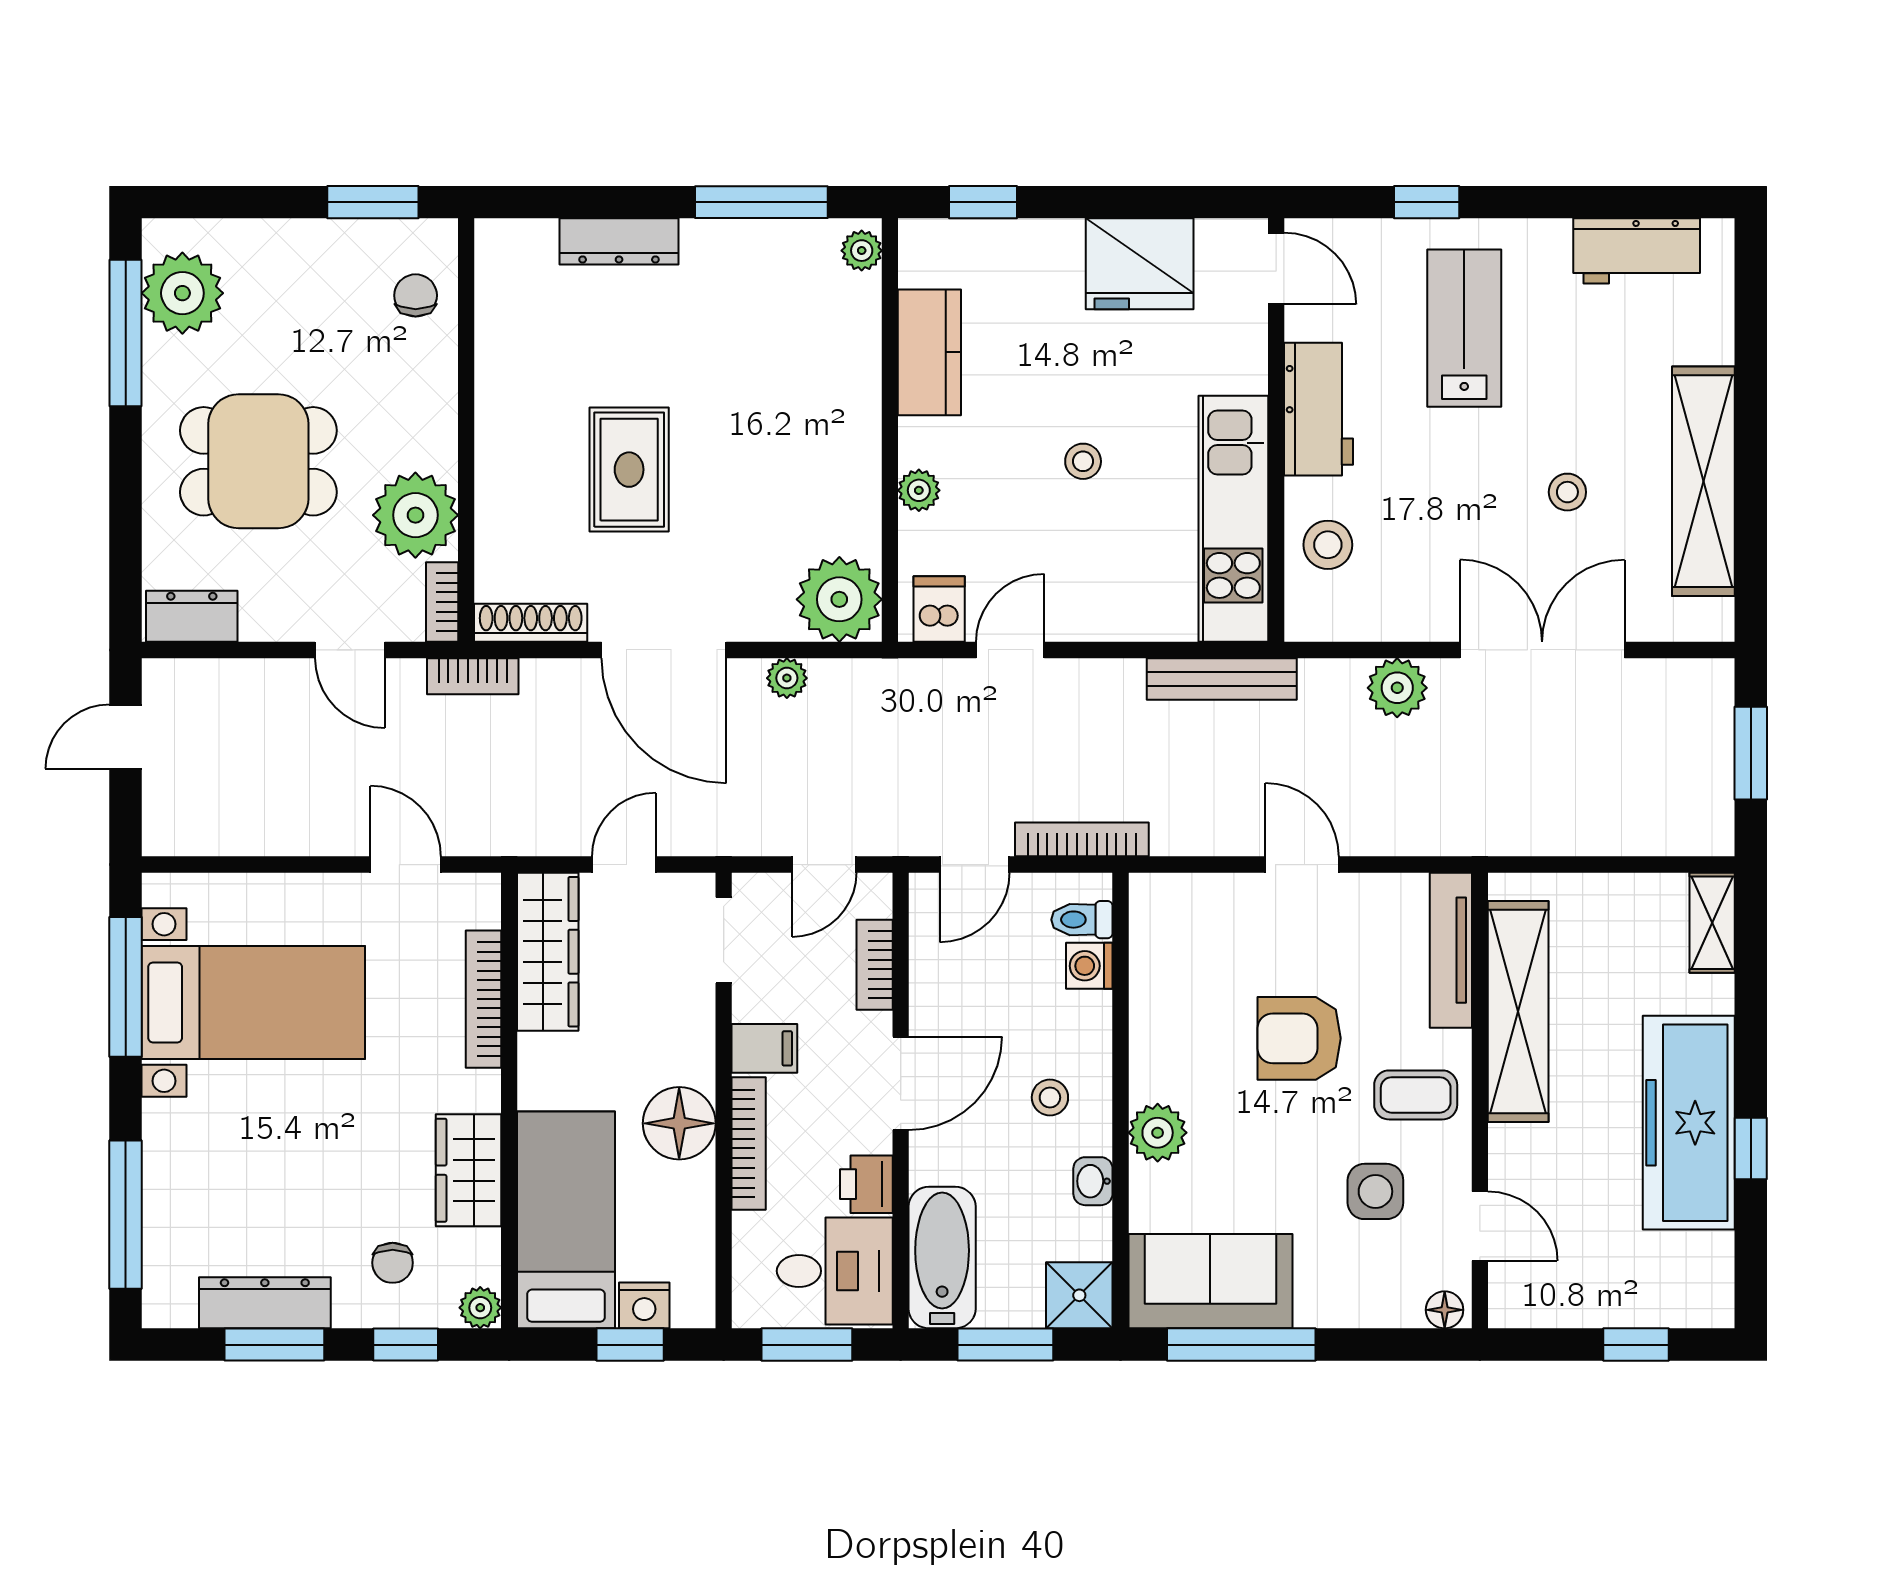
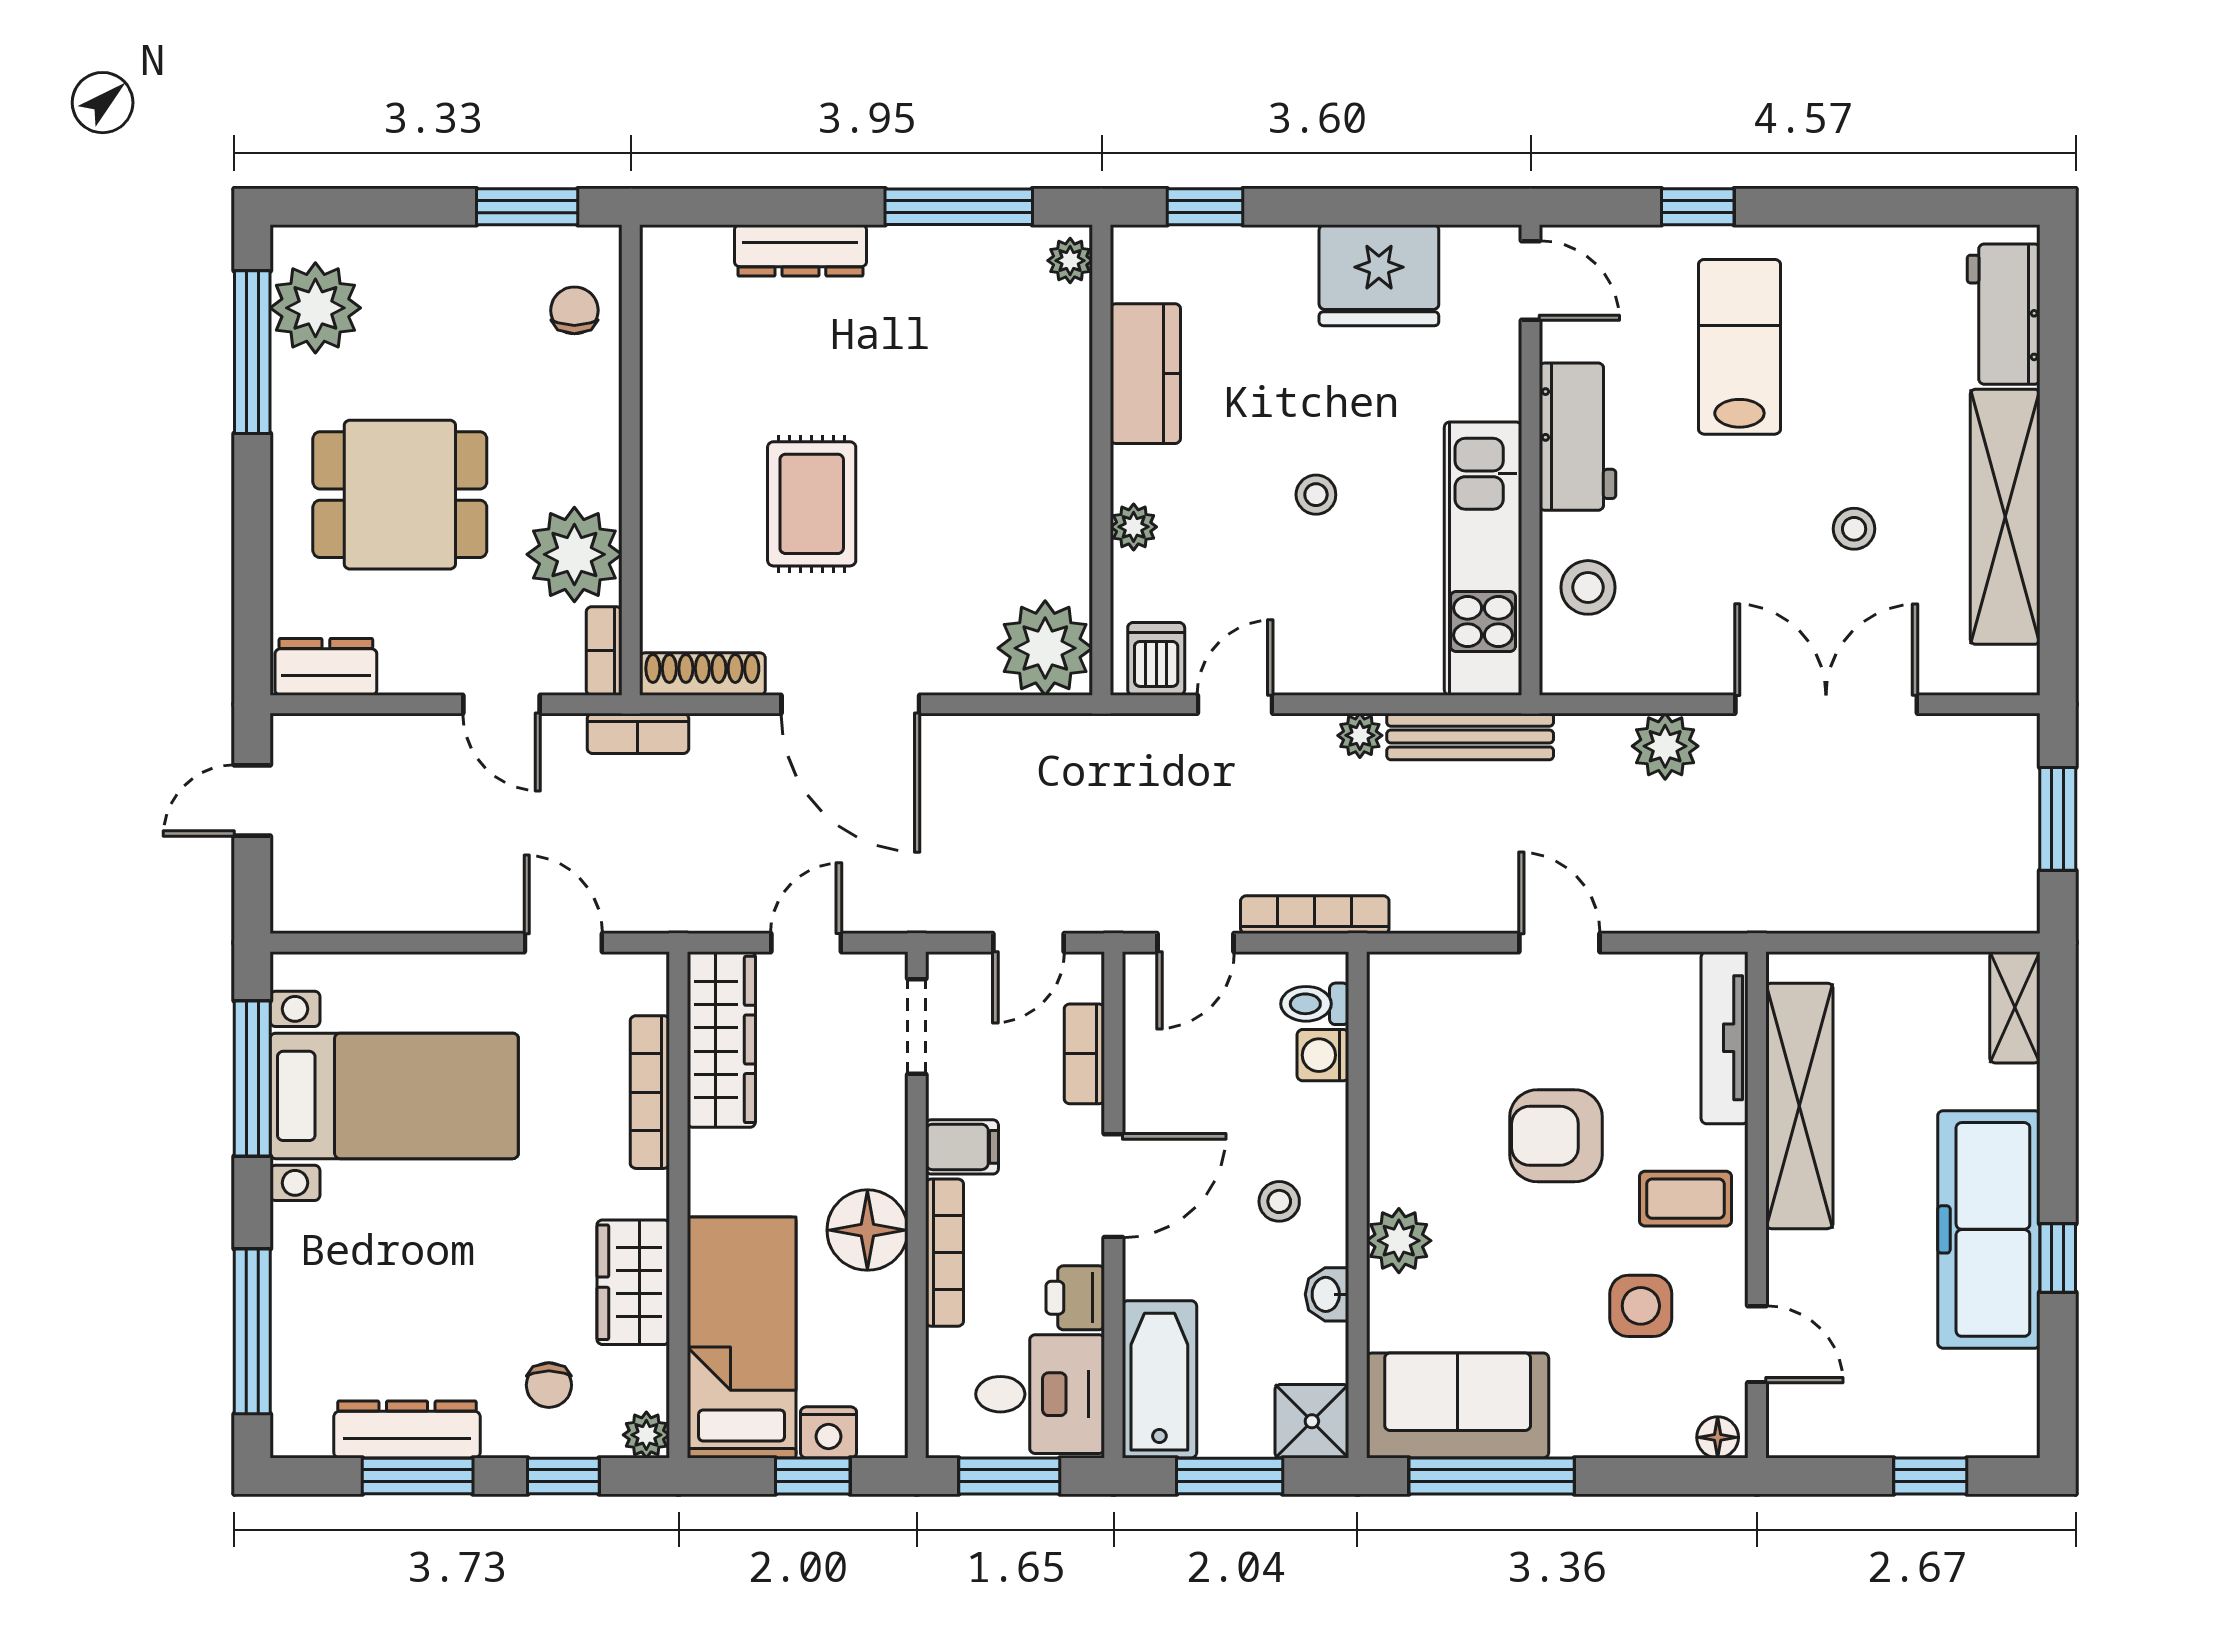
workbench: (1637, 251) -> (2004, 314), moved, turned 90
plant: (787, 678) -> (1360, 735), moved

